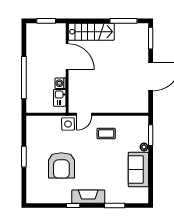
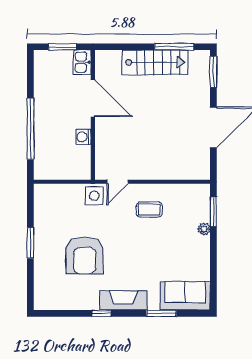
stairs: (91, 32) -> (155, 62), moved
kitchen sink: (60, 98) -> (82, 62), moved
sofa: (138, 170) -> (185, 296), moved, turned 90

